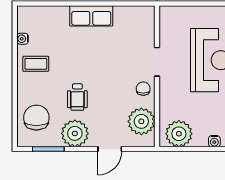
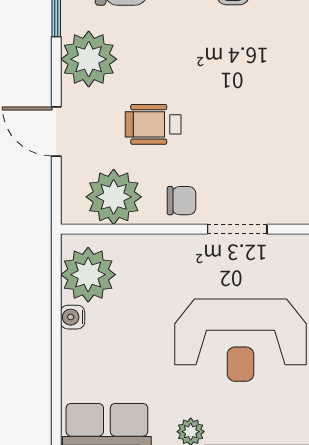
wheelchair: (77, 97) -> (153, 124), moved
water cooler: (214, 141) -> (73, 317), moved

